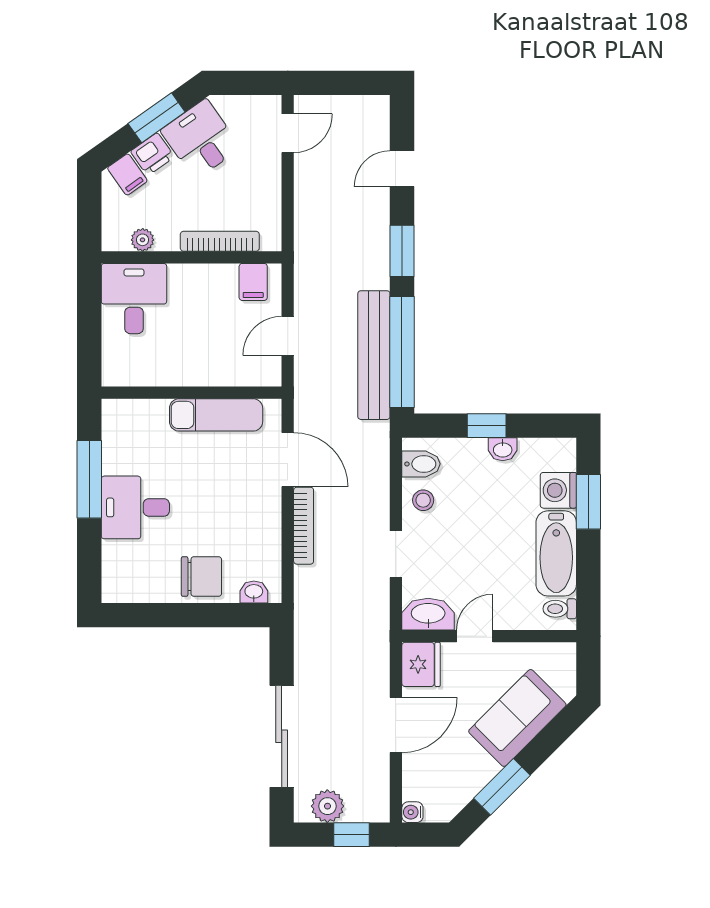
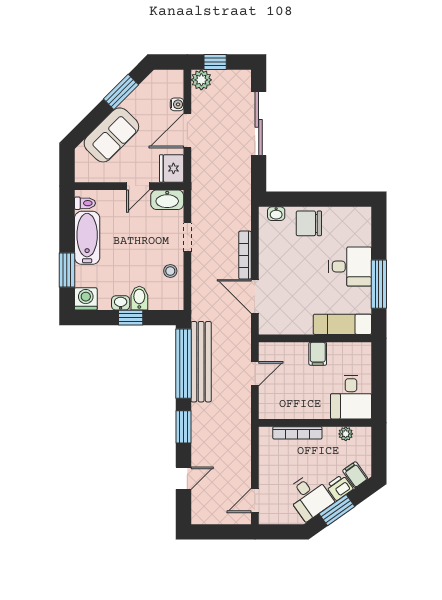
filing cabinet: (253, 282) -> (318, 354), moved, turned 180
exam couch: (216, 415) -> (342, 324), moved
bidet: (421, 464) -> (139, 298), moved, turned 90
washing machine: (558, 490) -> (86, 299), moved, turned -90
plant: (327, 806) -> (201, 80), moved
water cooler: (412, 812) -> (177, 104), moved

